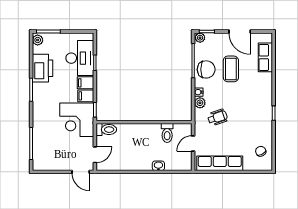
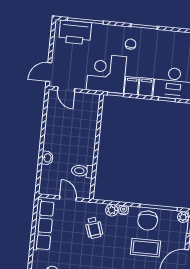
printer: (42, 68) -> (75, 32), moved
chair: (48, 100) -> (131, 44), added
toilet: (106, 130) -> (92, 105), removed

